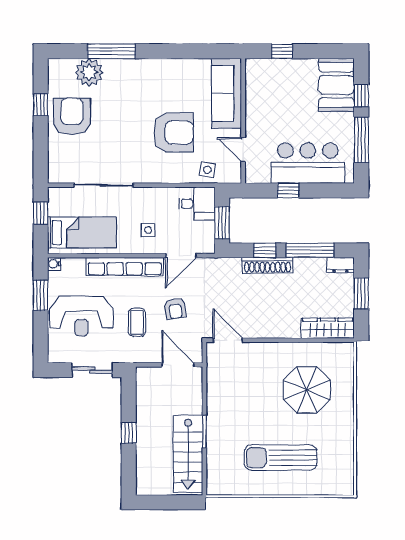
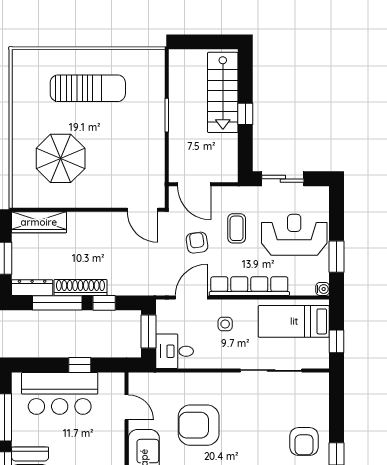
armchair: (72, 117) -> (304, 441), width x0.73, depth x0.73
side table: (207, 170) -> (164, 386), removed
shoe rack: (267, 265) -> (80, 287), moved
dresser: (340, 265) -> (32, 288), width x1.44
stairs: (188, 454) -> (223, 92), moved, turned 180

